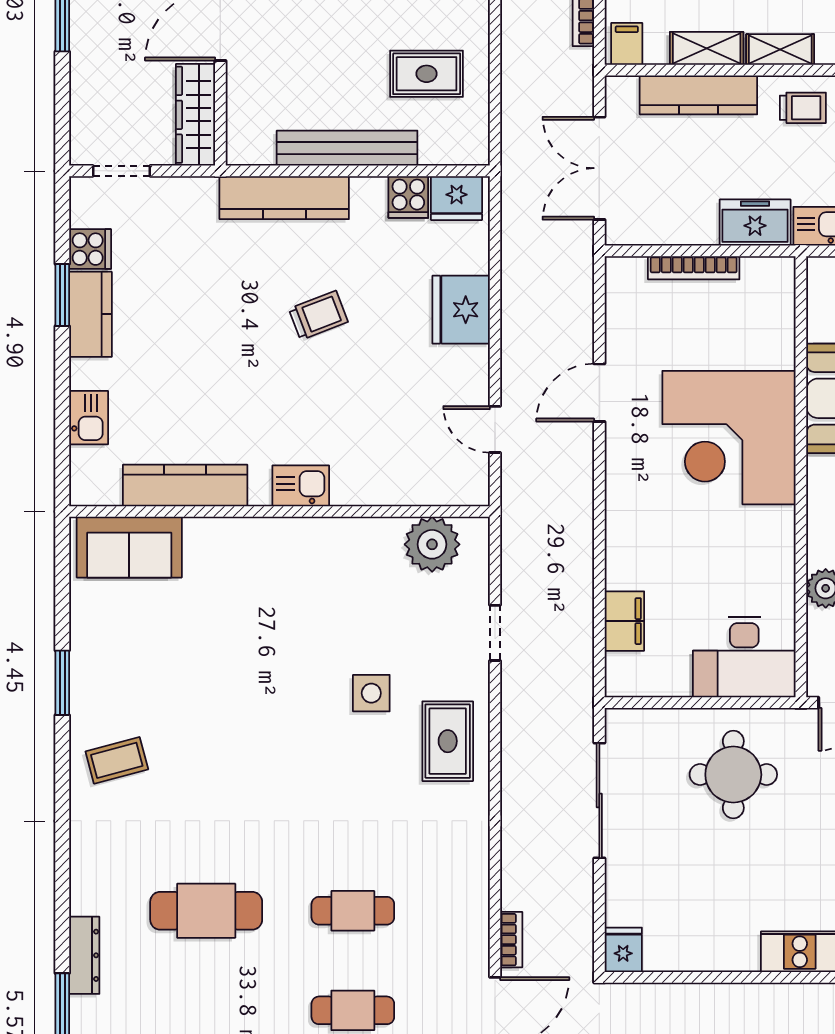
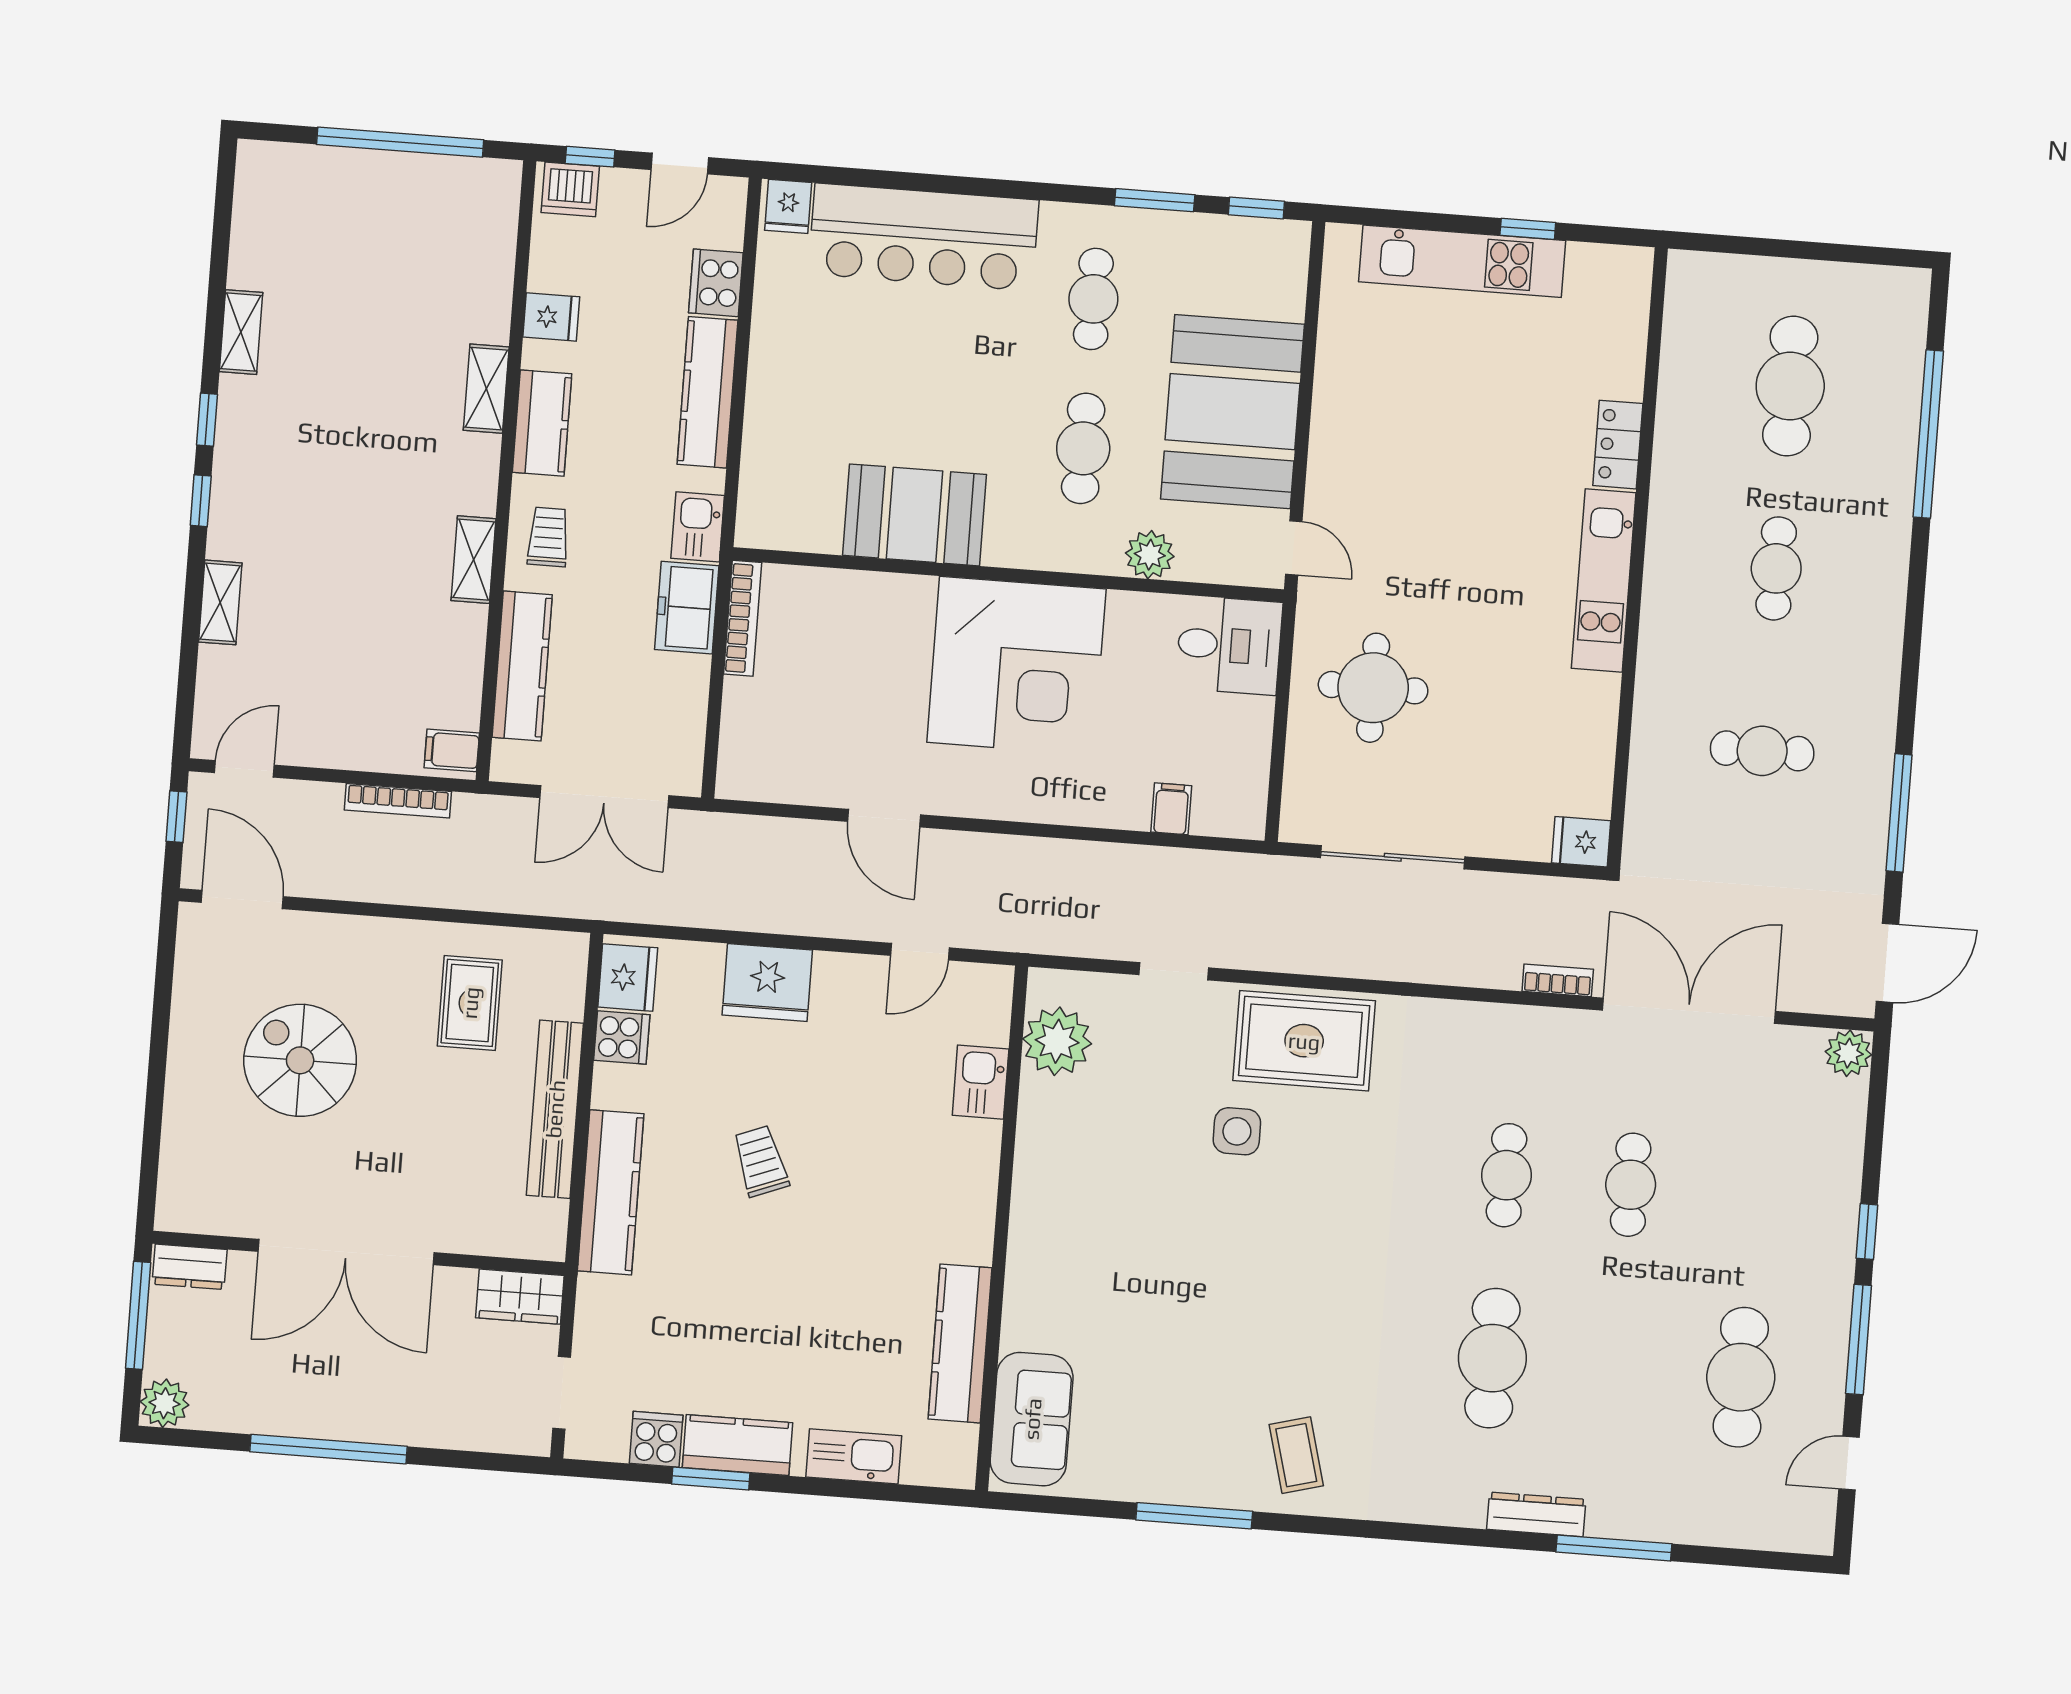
shelving: (707, 48) -> (465, 651), removed
wardrobe: (196, 115) -> (520, 1297), width x0.67
bookcase: (694, 268) -> (743, 618), moved
kitchen sink: (89, 418) -> (854, 1456), width x1.38
corner desk: (729, 438) -> (1016, 666), moved
kitchen sink: (301, 486) -> (981, 1082), moved
filing cabinet: (624, 621) -> (1171, 809), width x0.50
desk: (744, 657) -> (1229, 645), width x0.73
window: (62, 683) -> (1194, 1516), width x1.44
rug: (448, 741) -> (1304, 1041), width x1.36, depth x1.43

